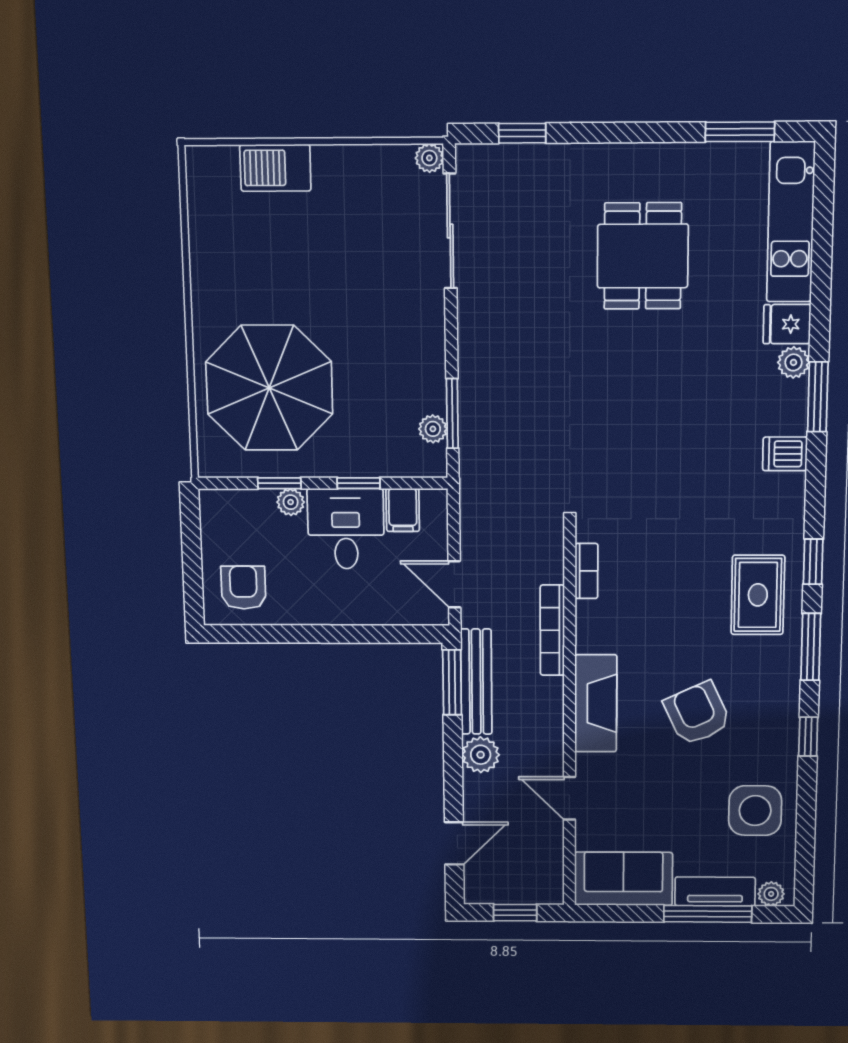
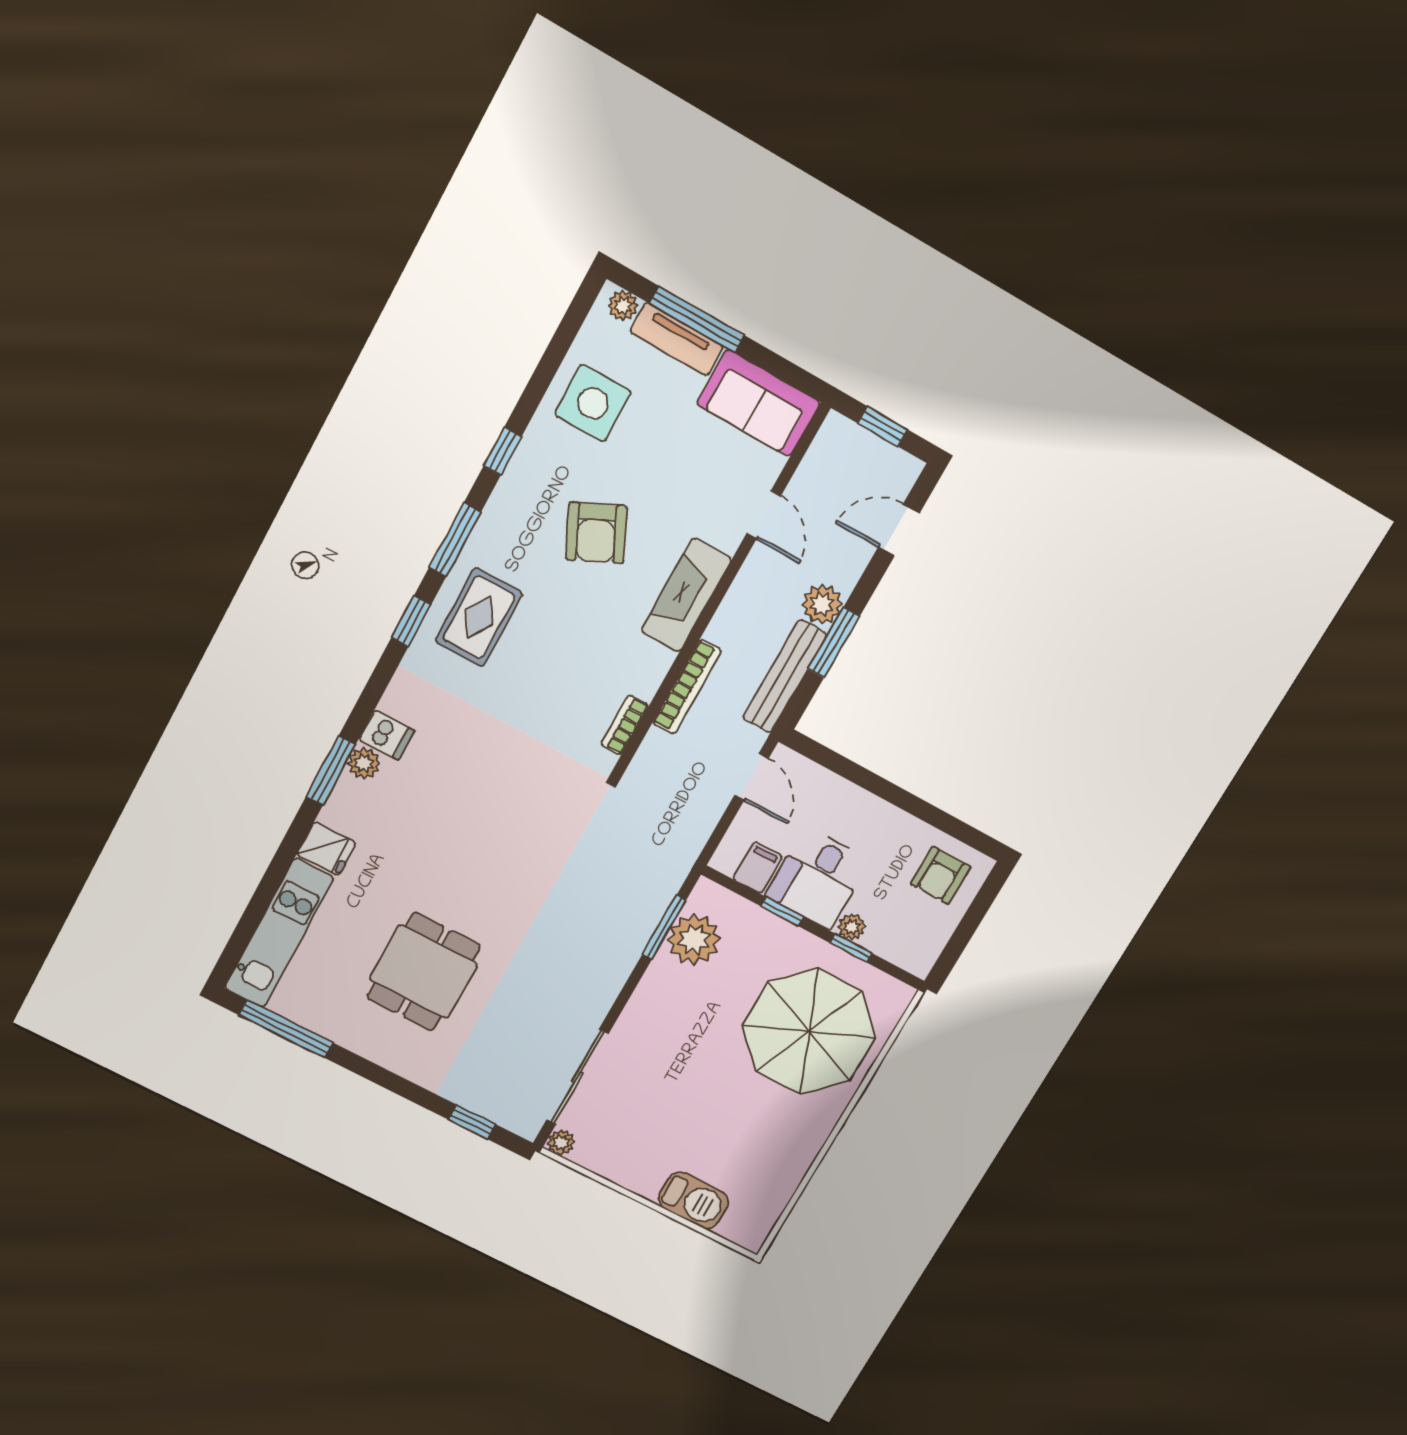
window: (740, 132) -> (286, 1029), width x1.44
plant: (793, 362) -> (364, 763), moved
plant: (433, 429) -> (694, 939), width x1.87, depth x1.87
window: (452, 682) -> (834, 642), moved

